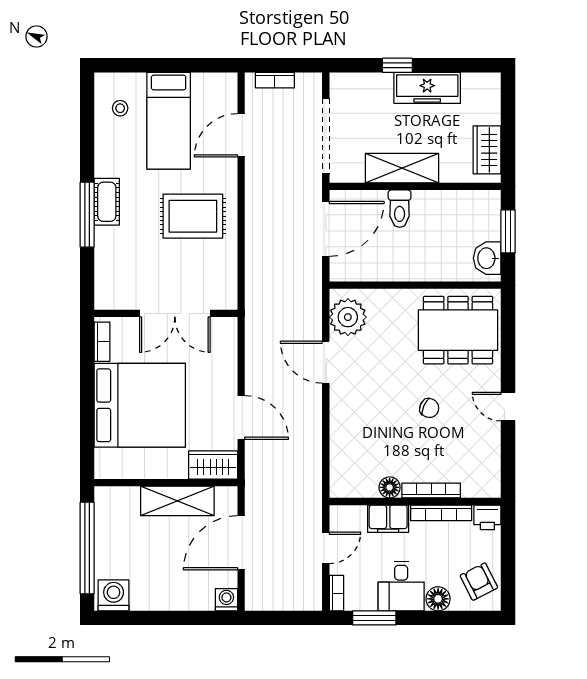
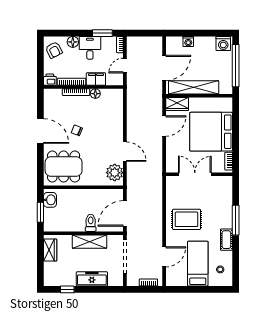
window: (397, 65) -> (67, 289), moved
freezer: (427, 88) -> (92, 279), moved
cot: (107, 202) -> (226, 240), moved
door: (508, 407) -> (40, 131), width x1.88
door: (241, 417) -> (164, 126), swing flipped
shelving: (177, 501) -> (194, 87), width x1.47
washing machine: (226, 600) -> (188, 42), moved

